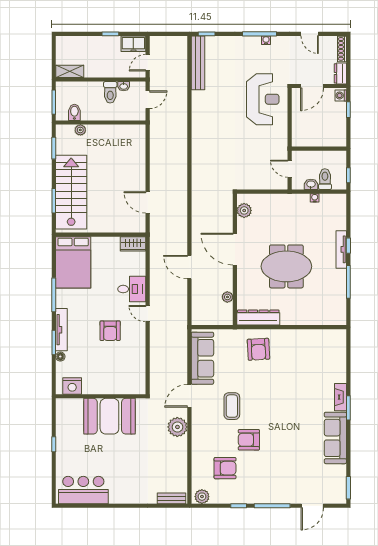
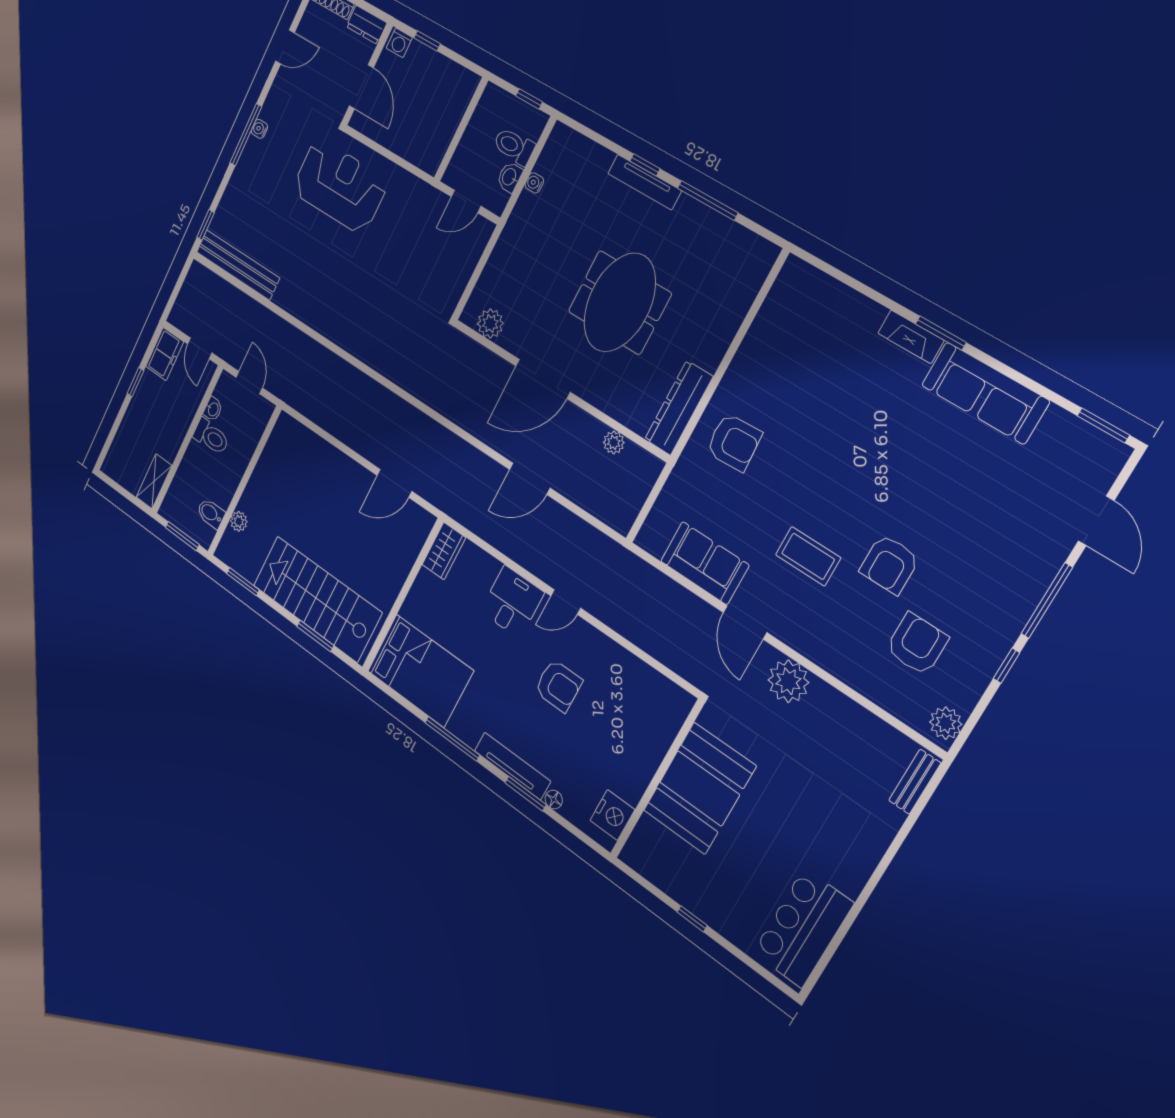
sofa: (202, 358) -> (705, 563), width x0.73

